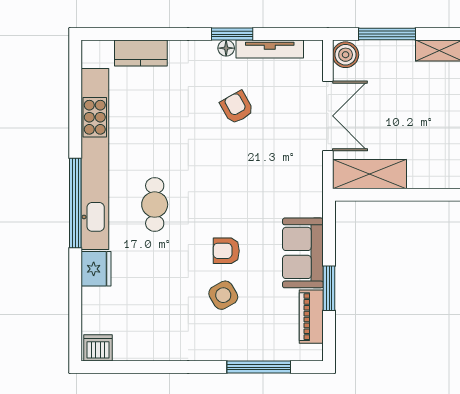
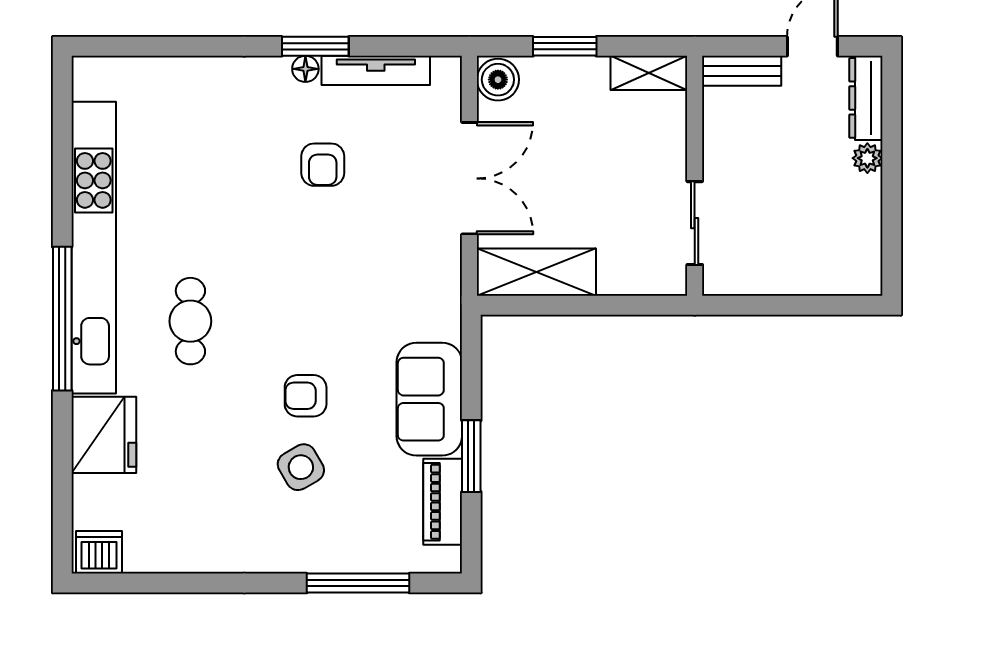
window: (387, 34) -> (565, 46), width x0.69
kitchen counter: (141, 53) -> (168, 77), removed
armchair: (237, 107) -> (323, 165), turned -151
fridge: (96, 269) -> (104, 435), width x1.36, depth x1.34

